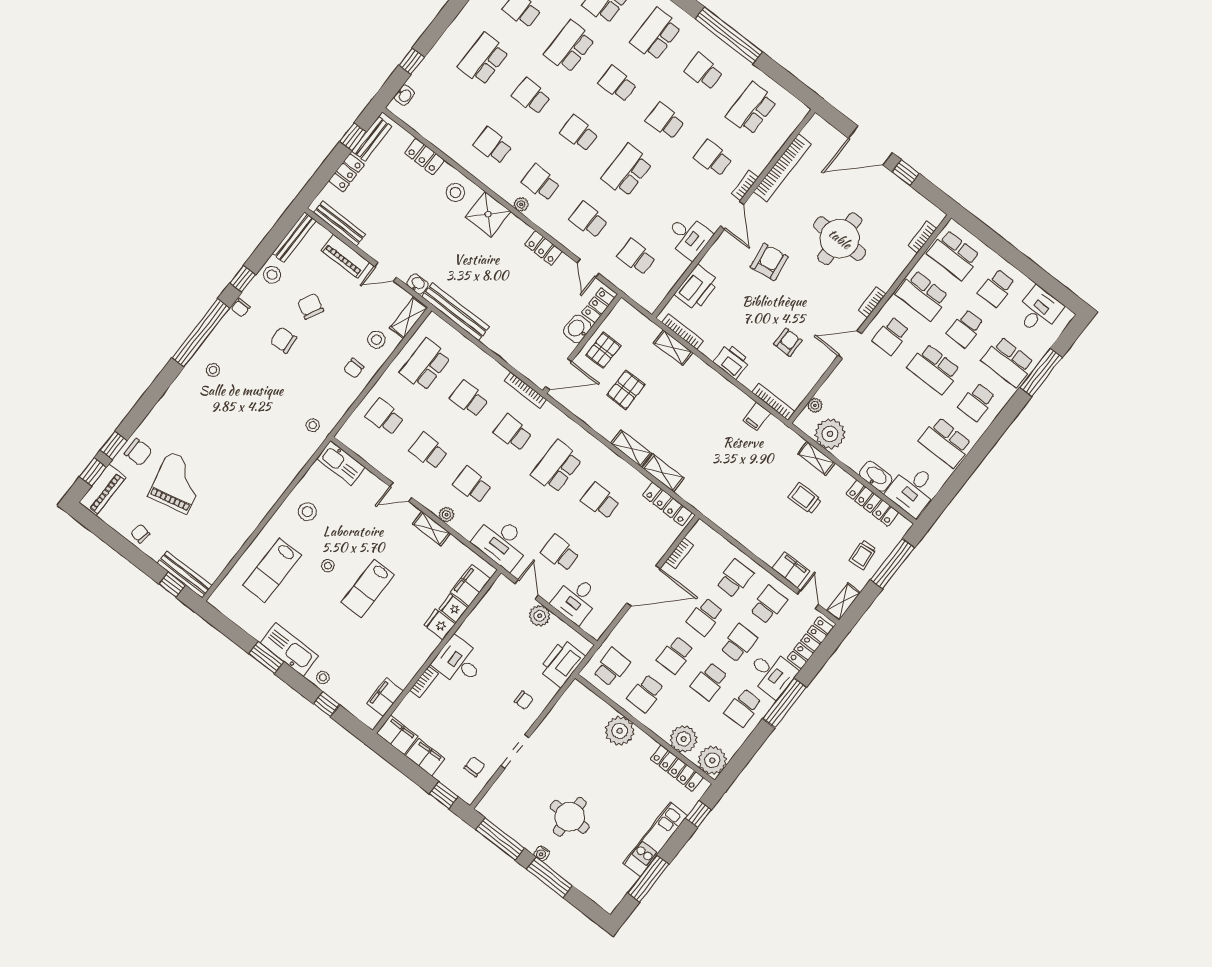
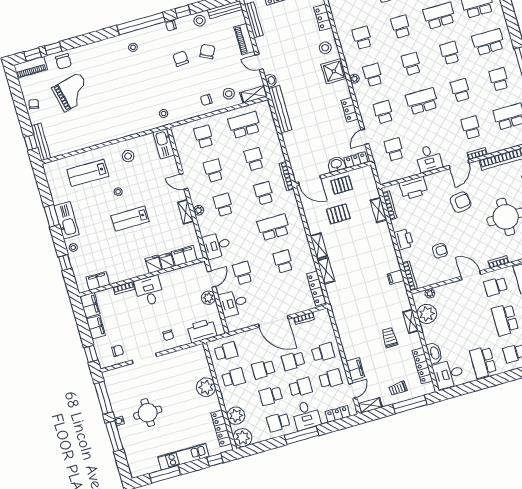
desk: (502, 542) -> (217, 245), width x0.73
locker: (810, 643) -> (338, 414), width x0.66
school desk: (645, 693) -> (233, 378), turned 180

